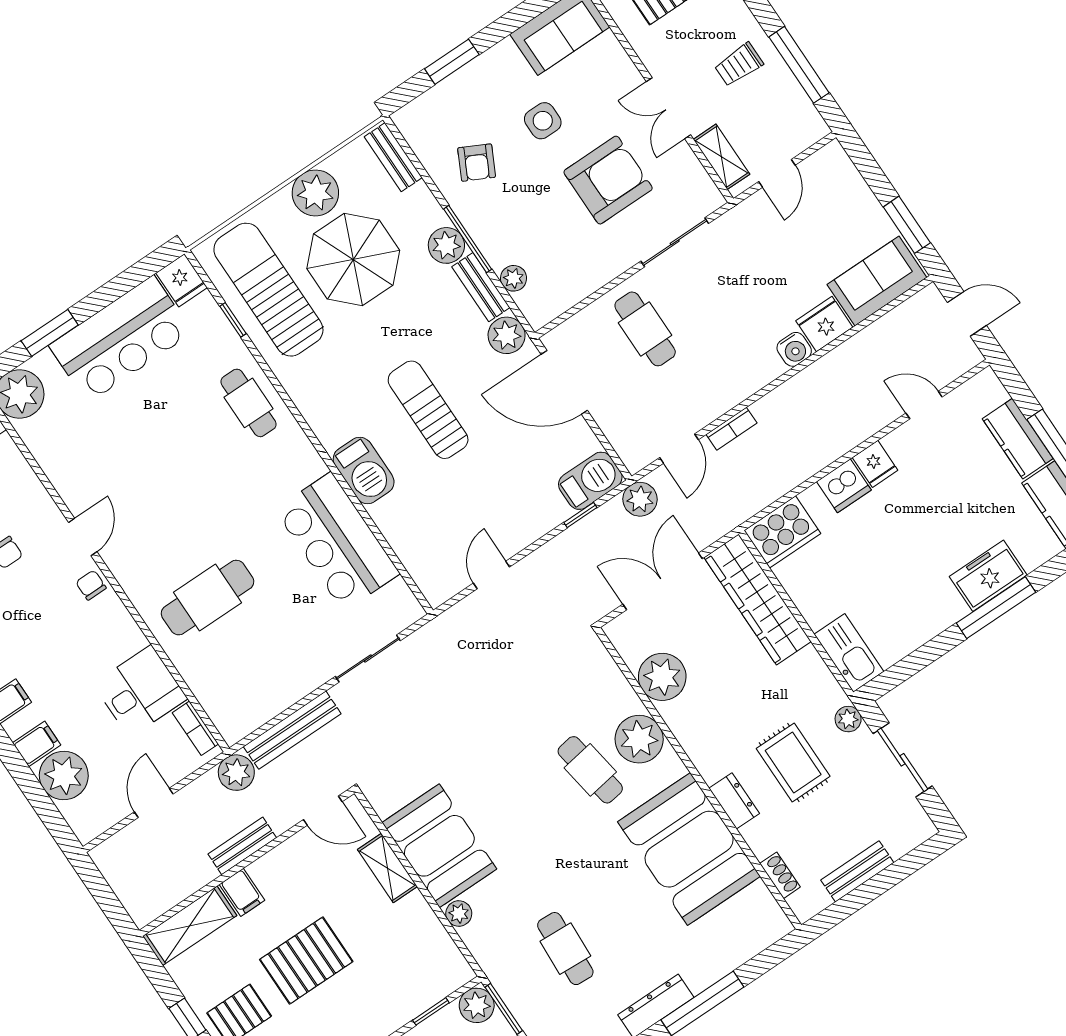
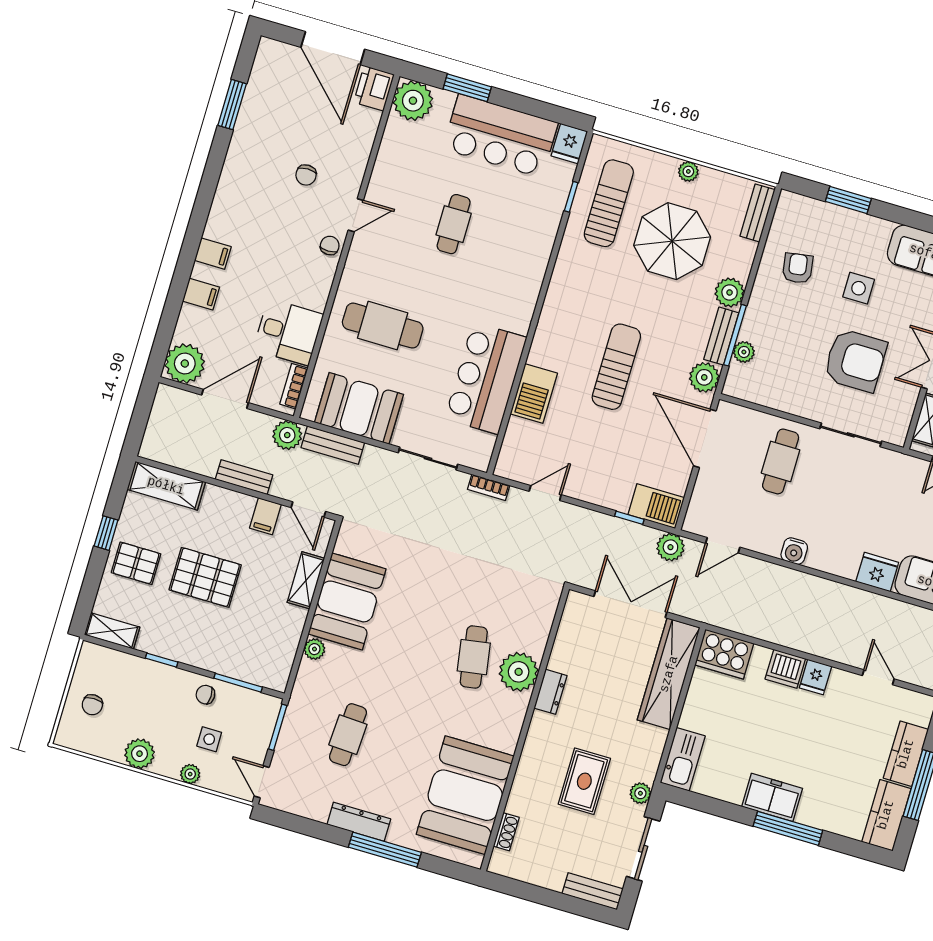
armchair: (477, 163) -> (798, 268), turned 144
plant: (315, 193) -> (688, 171), width x0.53, depth x0.53
window: (468, 239) -> (735, 335), moved
sun lounger: (268, 290) -> (609, 203), width x0.73, depth x0.75
water cooler: (794, 349) -> (794, 551), moved
cafe table: (248, 403) -> (454, 224), moved
bookcase: (731, 429) -> (489, 487), moved
barbecue: (364, 471) -> (534, 393), moved
freezer: (988, 576) -> (772, 797), moved
plant: (662, 677) -> (570, 654), removed
booth: (267, 684) -> (359, 408), added
bench: (292, 730) -> (333, 445), width x0.73
plant: (64, 775) -> (185, 364), moved
dresser: (734, 801) -> (550, 692), moved
door: (154, 803) -> (225, 399), width x1.38
booth: (689, 849) -> (465, 795), moved
bench: (857, 871) -> (593, 891), moved
filing cabinet: (242, 892) -> (265, 516), moved
plant: (477, 1005) -> (266, 708), removed
window: (431, 1011) -> (238, 683), width x1.50

